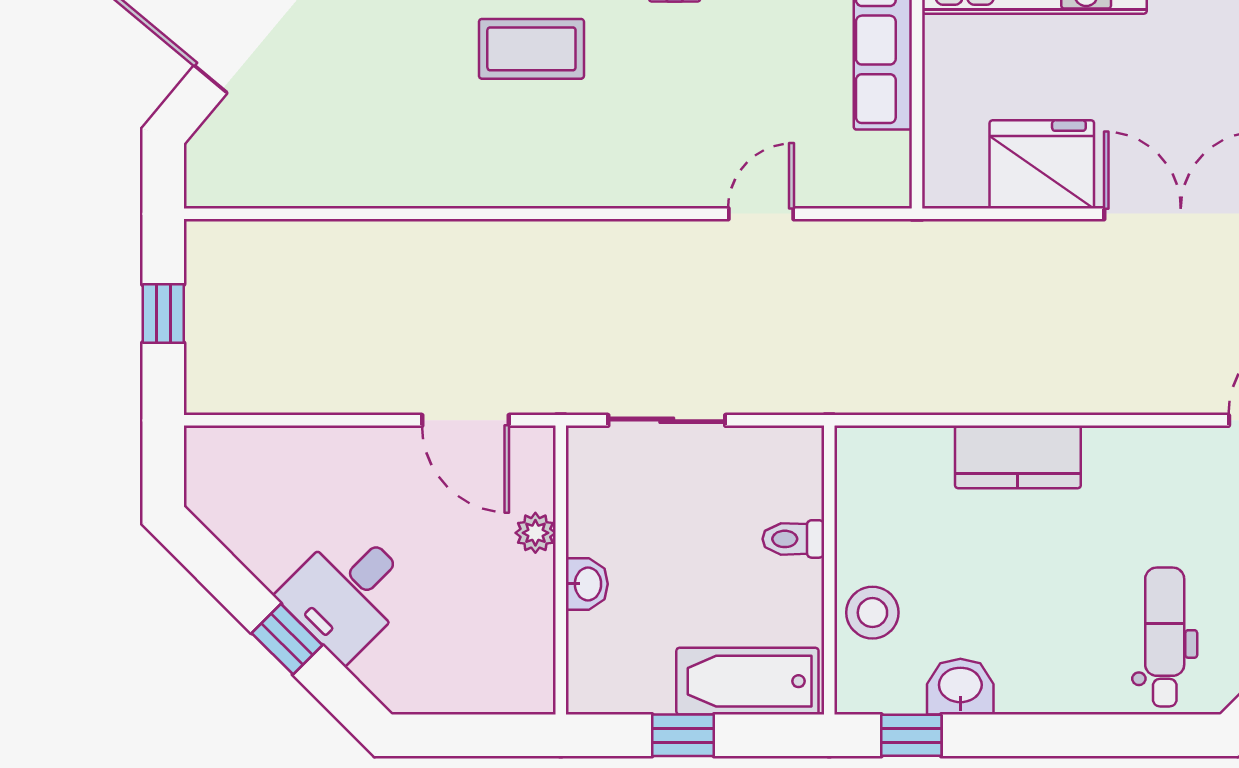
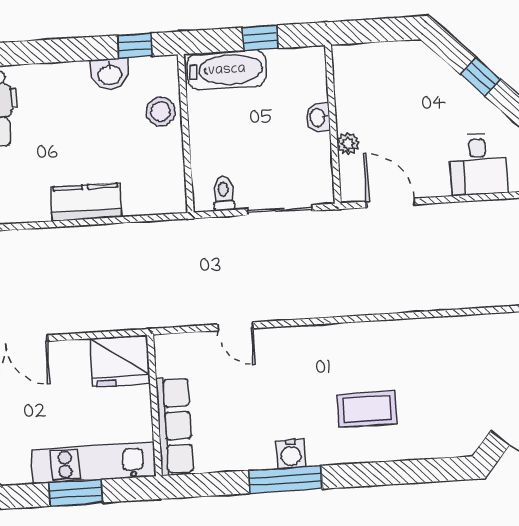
fridge: (1042, 164) -> (120, 361), moved
door: (761, 214) -> (235, 326), hinge flipped
toilet: (793, 539) -> (224, 194), moved, turned -90
desk: (347, 593) -> (478, 164), moved, turned 135

